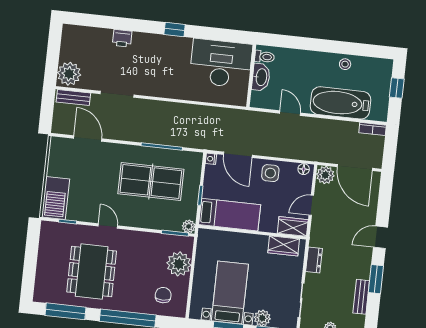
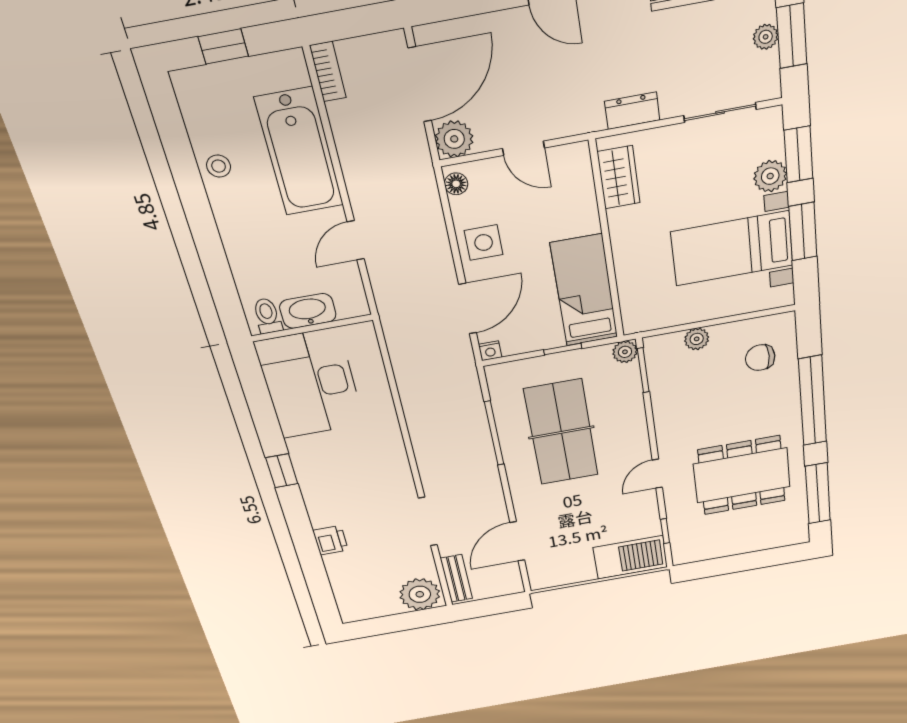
wardrobe: (293, 226) -> (576, 171), removed
plant: (179, 264) -> (697, 339), width x0.53, depth x0.53

